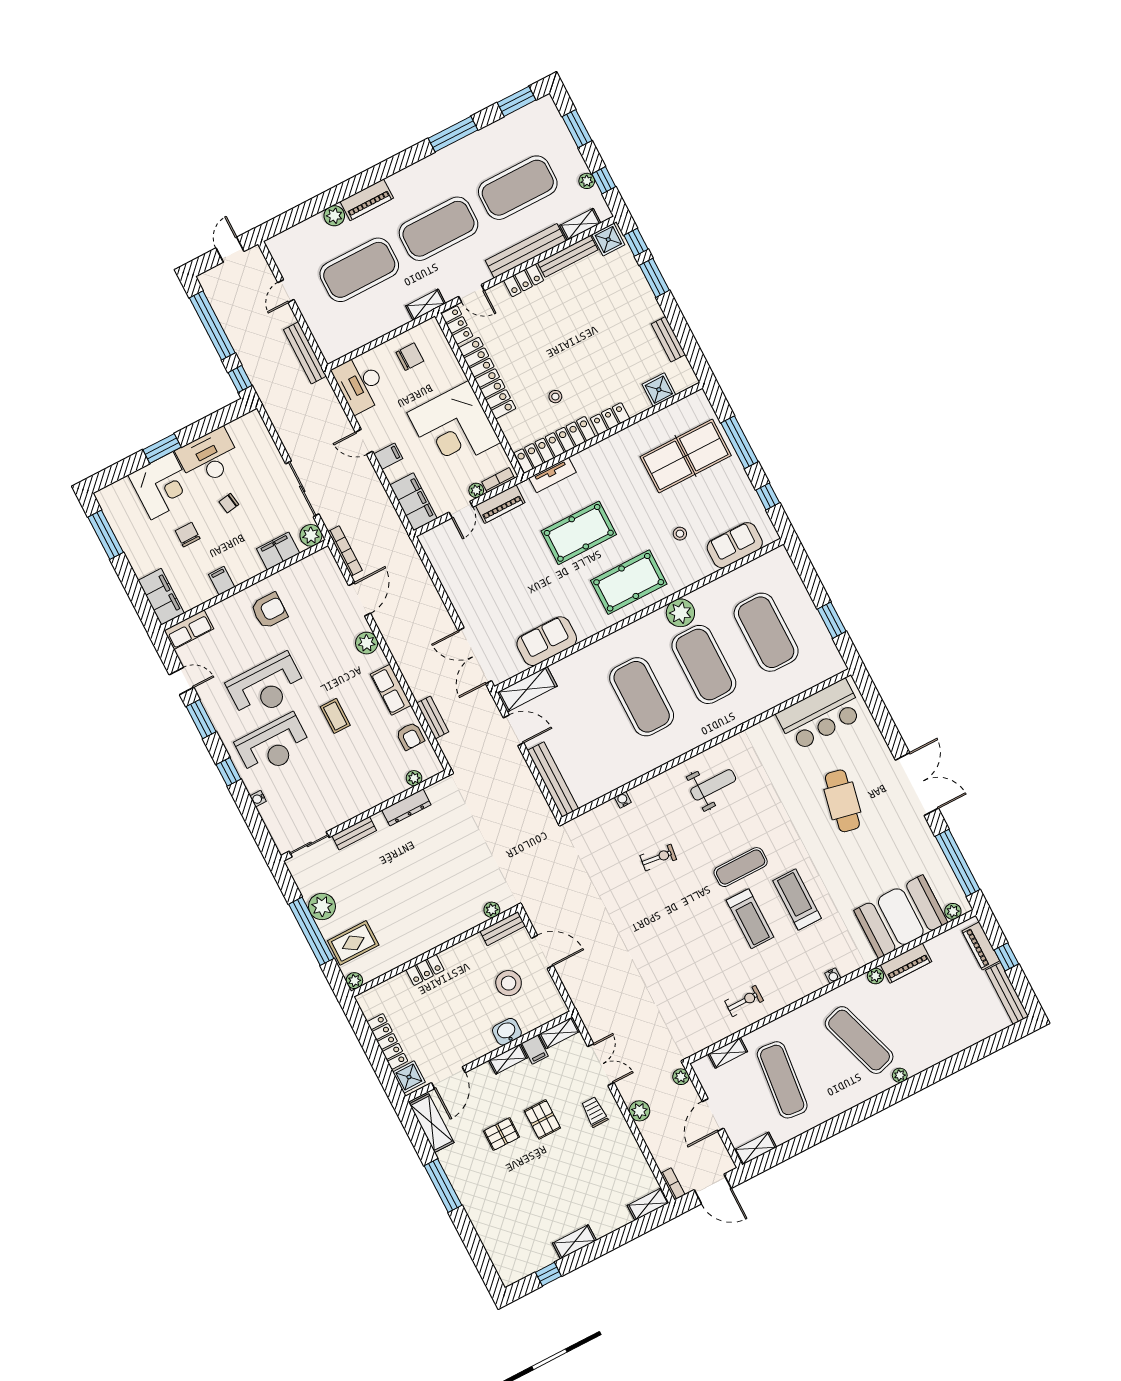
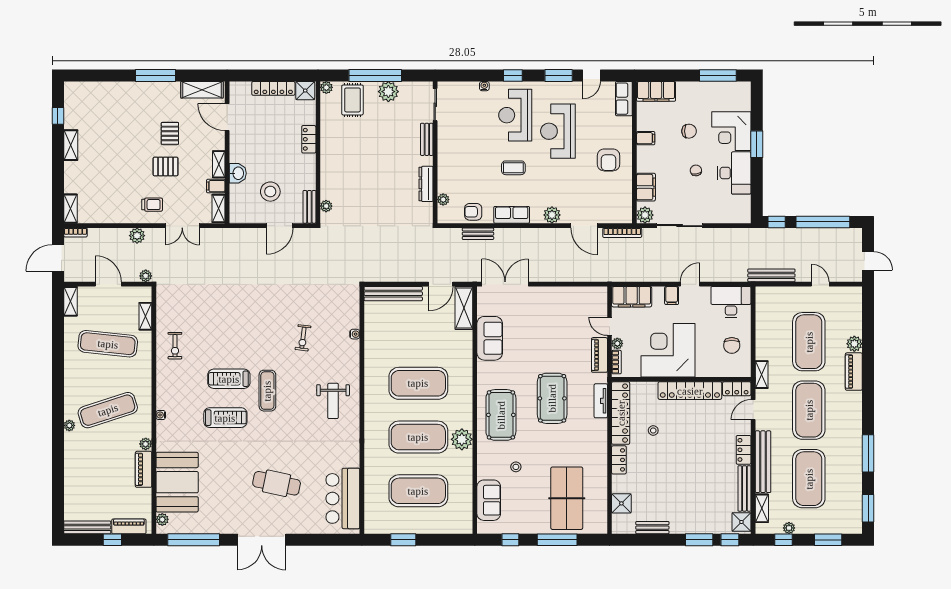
shower: (409, 1077) -> (305, 91), moved

